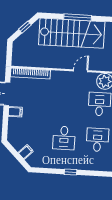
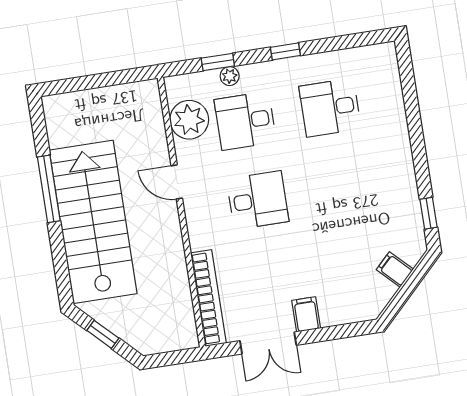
window: (78, 17) -> (49, 189), moved
desk: (64, 138) -> (258, 200), moved
window: (70, 172) -> (428, 213), moved

